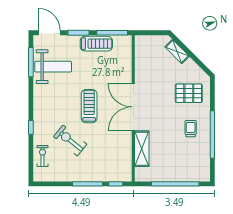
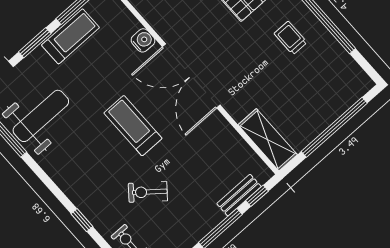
water cooler: (126, 73) -> (143, 40), added
exercise bike: (70, 140) -> (148, 192), width x0.73, depth x0.72
shelving: (142, 149) -> (268, 140), moved
bench: (108, 177) -> (239, 195), added

